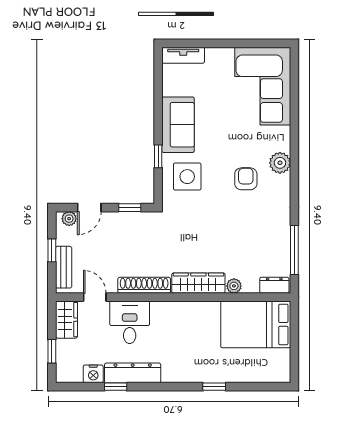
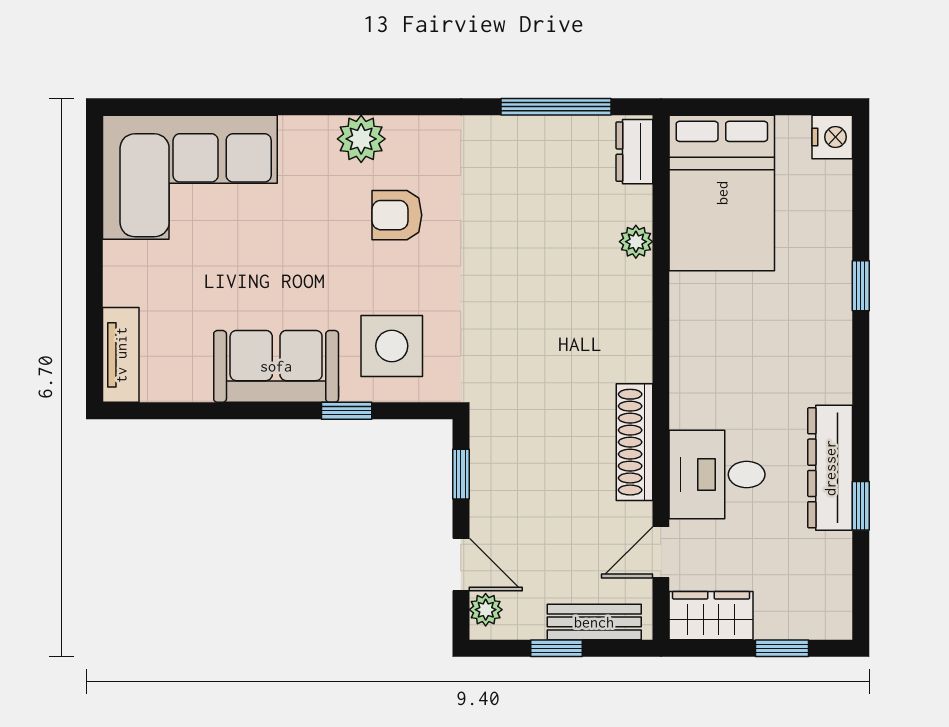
wardrobe: (198, 283) -> (630, 321), removed
nightstand: (93, 374) -> (832, 137), moved

